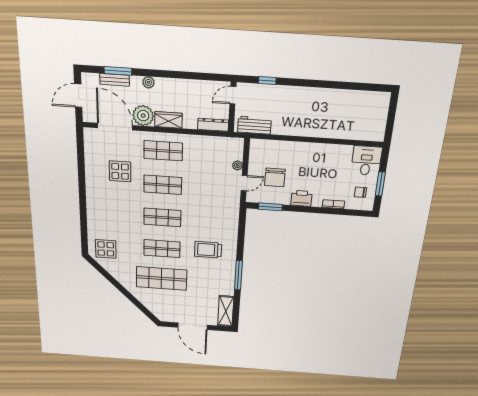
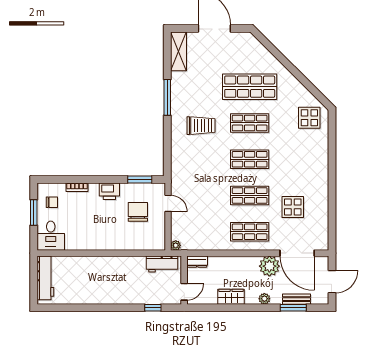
workbench: (378, 119) -> (45, 278), added
wardrobe: (168, 120) -> (231, 297), moved, turned 180
dresser: (213, 125) -> (197, 262), width x0.70
plant: (237, 165) -> (176, 245), moved
door: (244, 183) -> (168, 203), swing flipped

